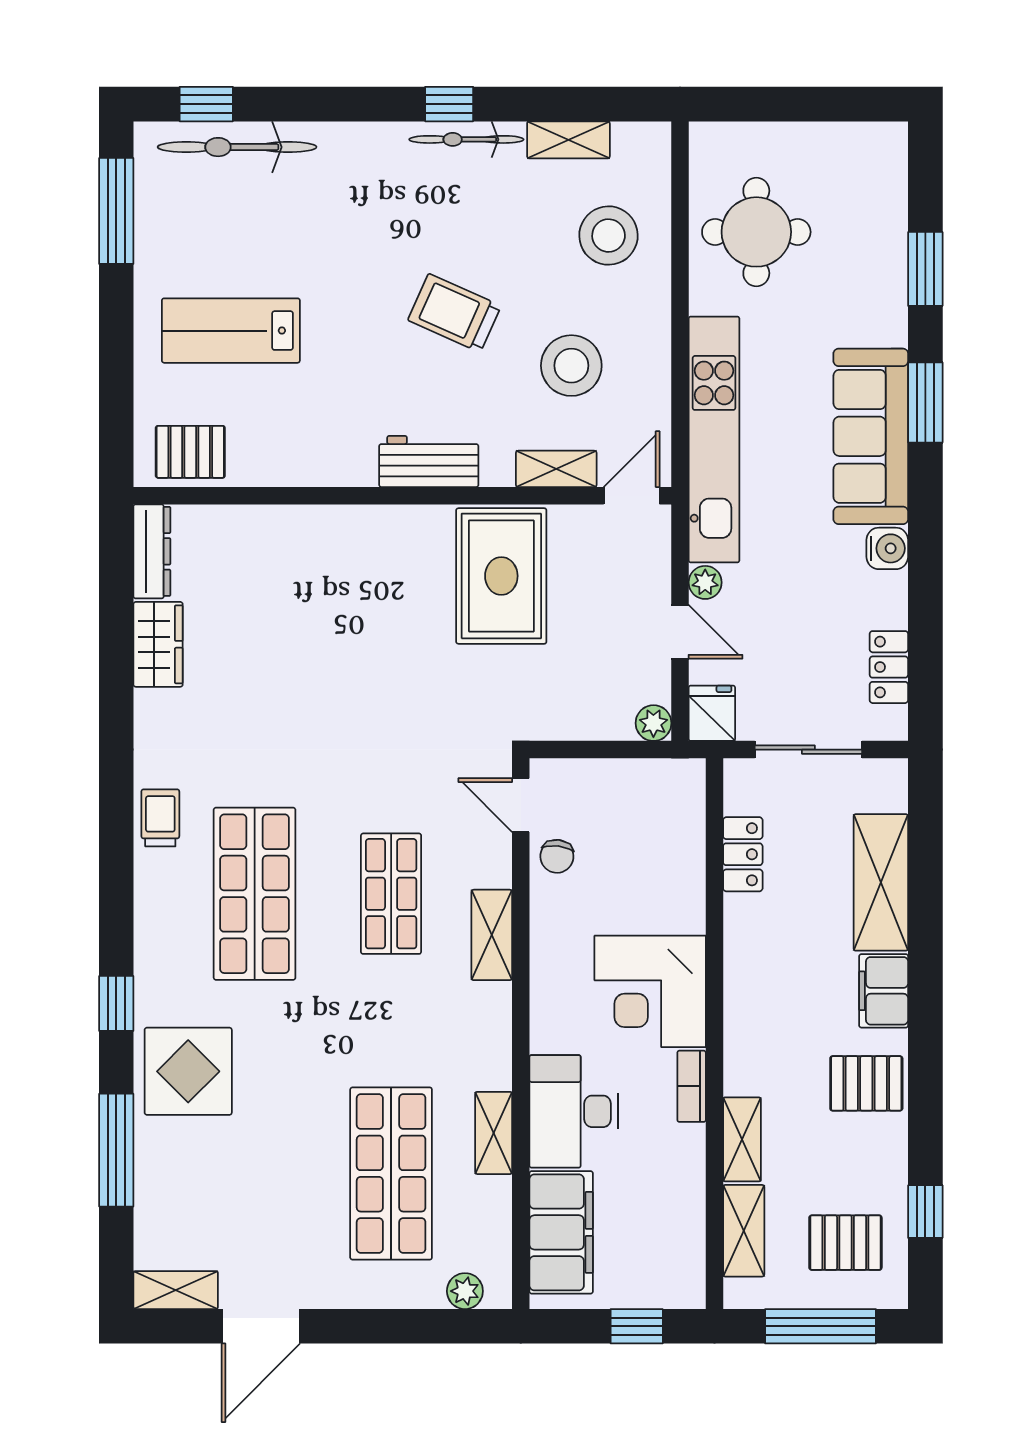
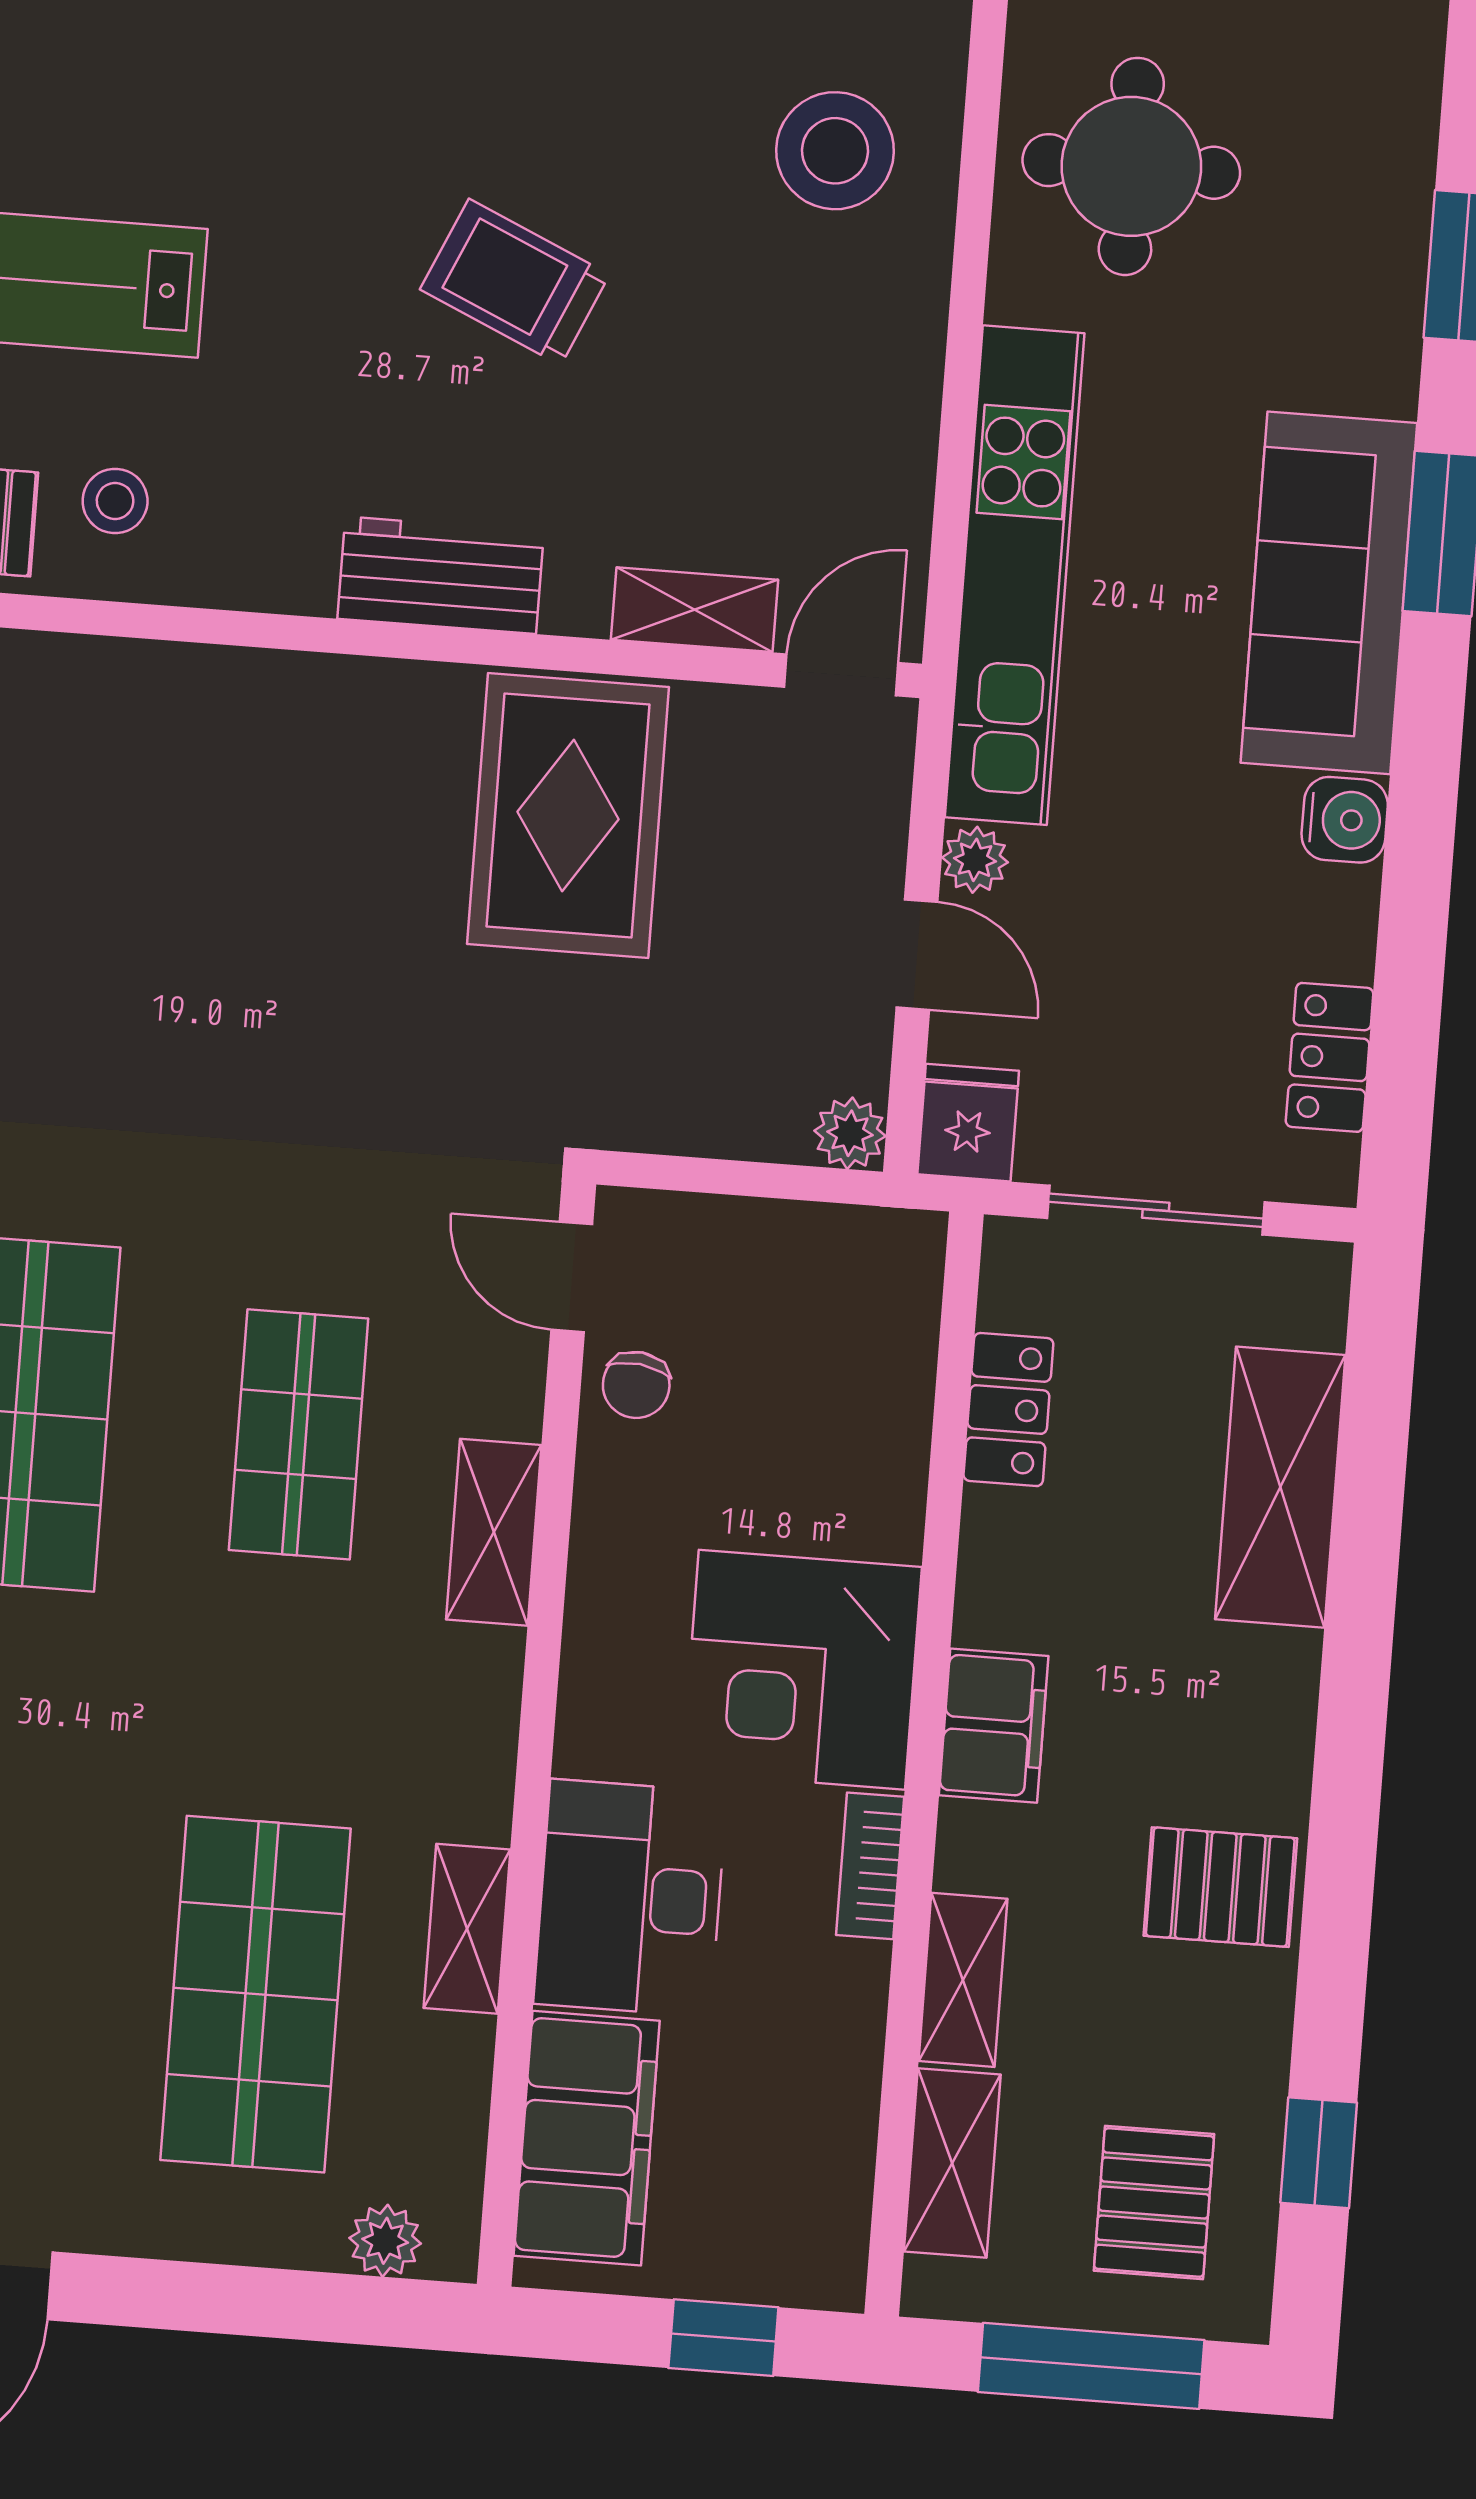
stool: (571, 366) -> (115, 501), moved, width x0.53, depth x0.53
filing cabinet: (884, 991) -> (994, 1726), moved, turned 180
pallet: (845, 1243) -> (1154, 2202), turned 90

